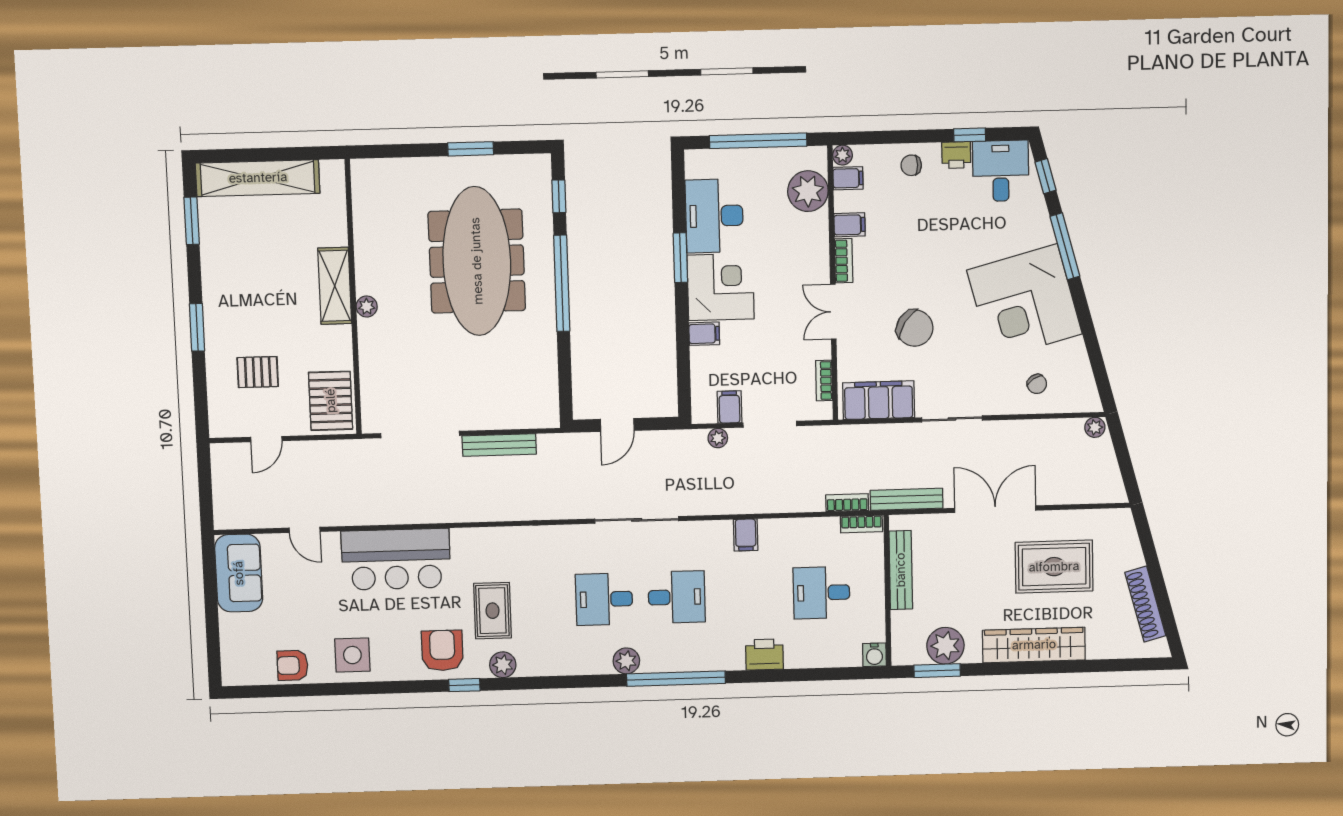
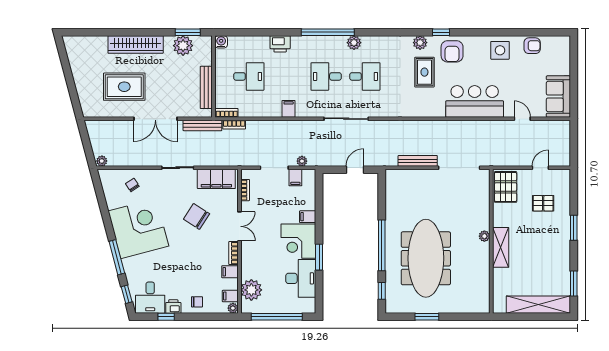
shoe rack: (1145, 604) -> (76, 65), removed

